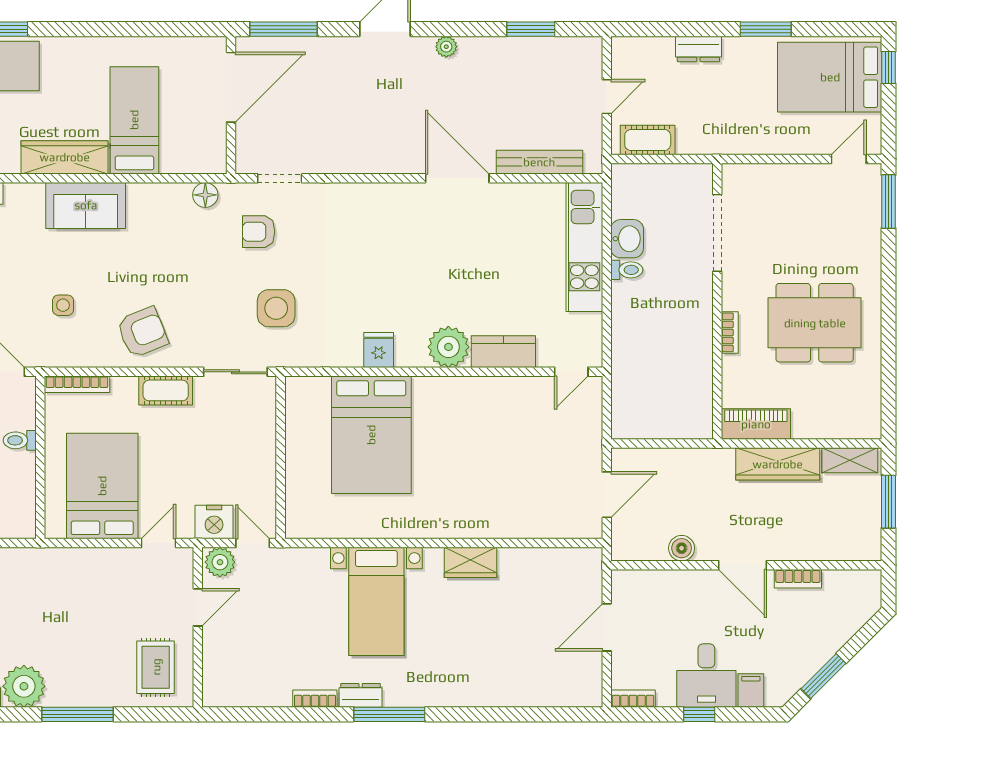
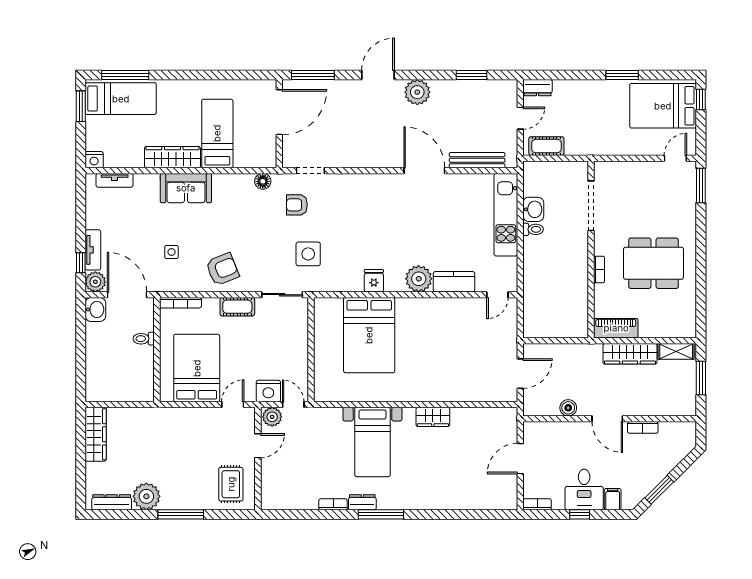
plant: (446, 47) -> (417, 92), width x1.88, depth x1.88
dresser: (698, 49) -> (538, 88), moved

